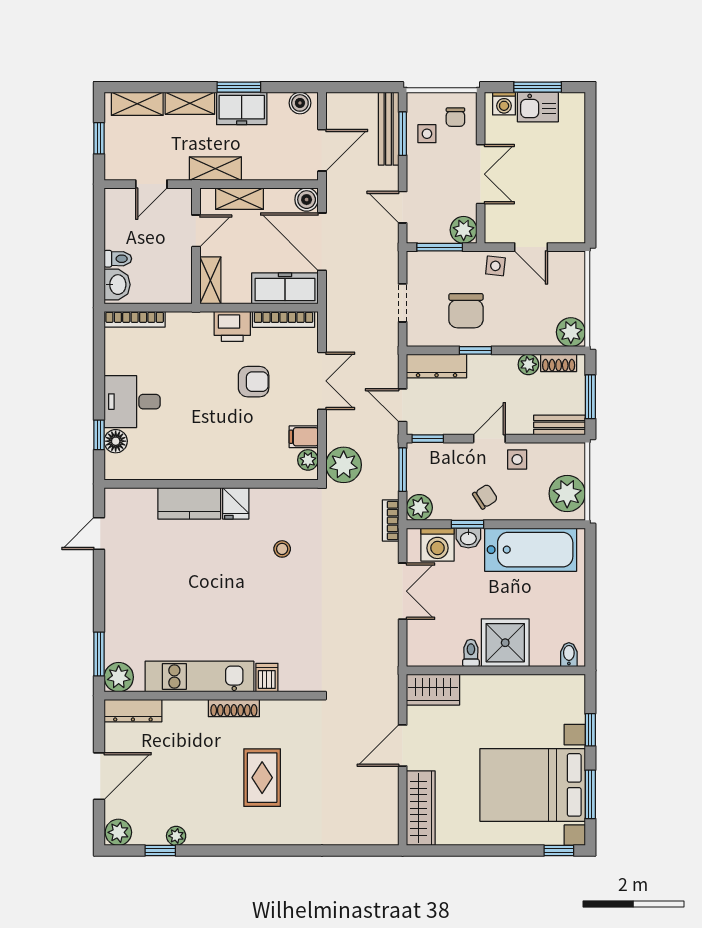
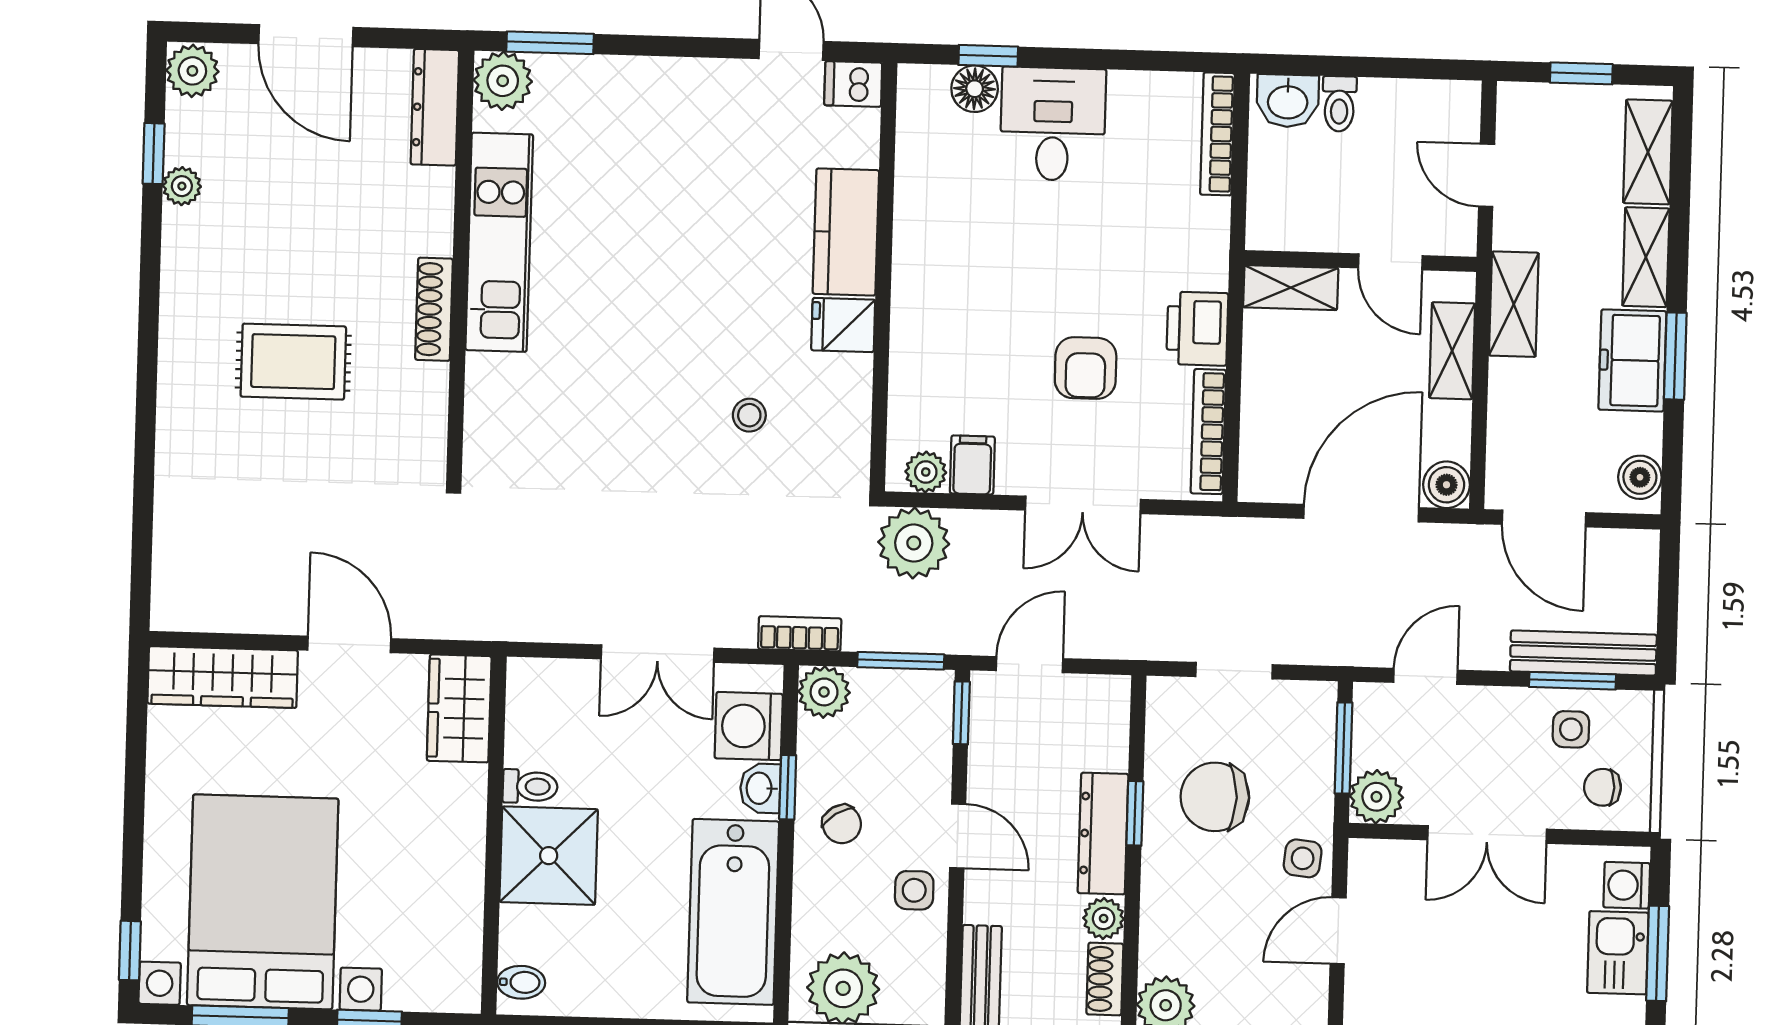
freezer: (285, 288) -> (1270, 436), removed
dresser: (437, 366) -> (1103, 834), moved
dishwasher: (267, 678) -> (853, 84), moved, turned 180

